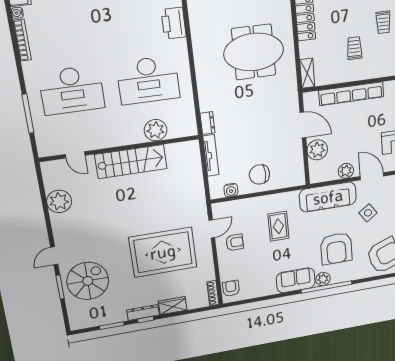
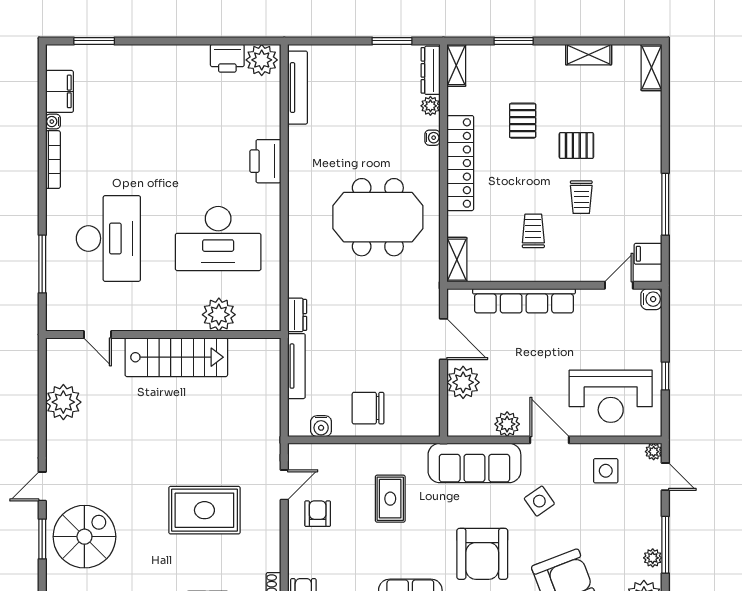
desk: (72, 90) -> (108, 238), turned -90
armchair: (235, 242) -> (318, 514), turned -90
rug: (163, 252) -> (204, 510), width x0.73, depth x0.69

